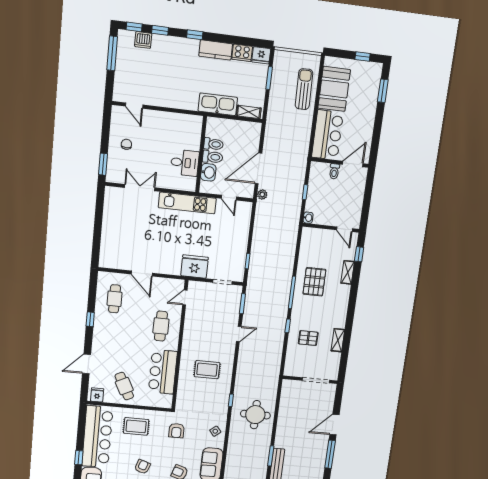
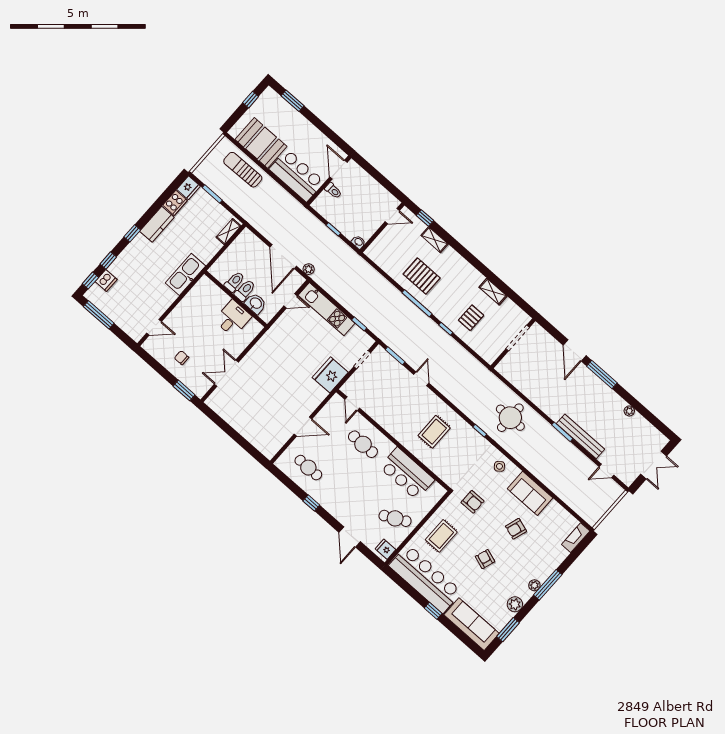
kitchen sink: (218, 104) -> (185, 274), moved
kitchen unit: (187, 203) -> (327, 309), moved, turned 90

